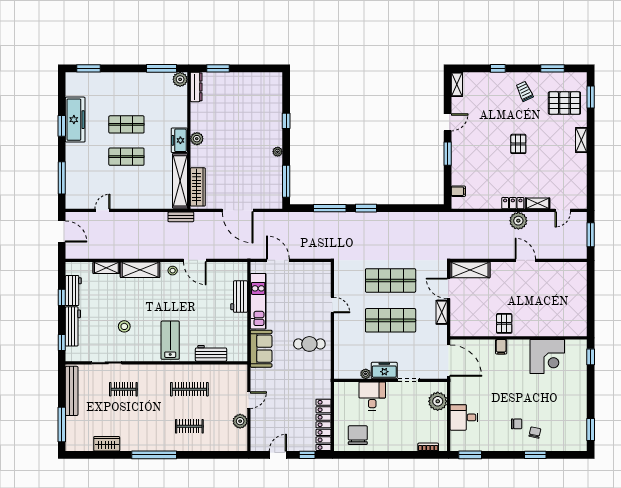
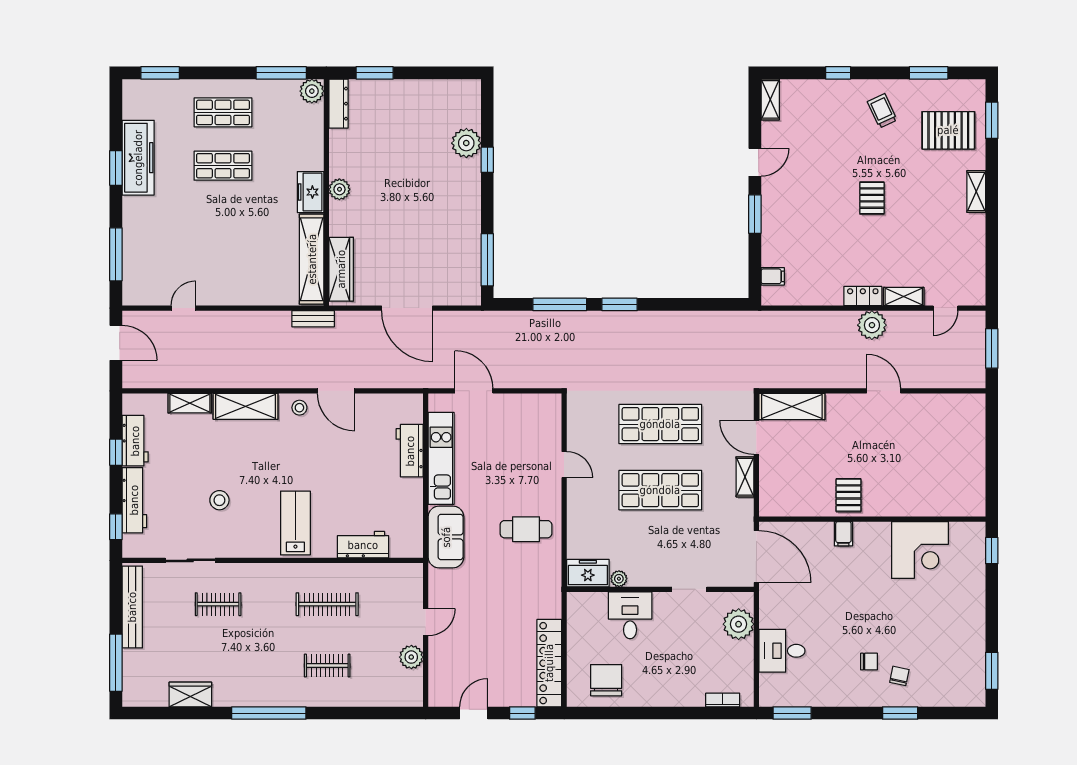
plant: (278, 152) -> (466, 143), moved, width x1.88, depth x1.88
shop shelf: (126, 157) -> (223, 112), moved
freezer: (384, 370) -> (588, 573), moved

